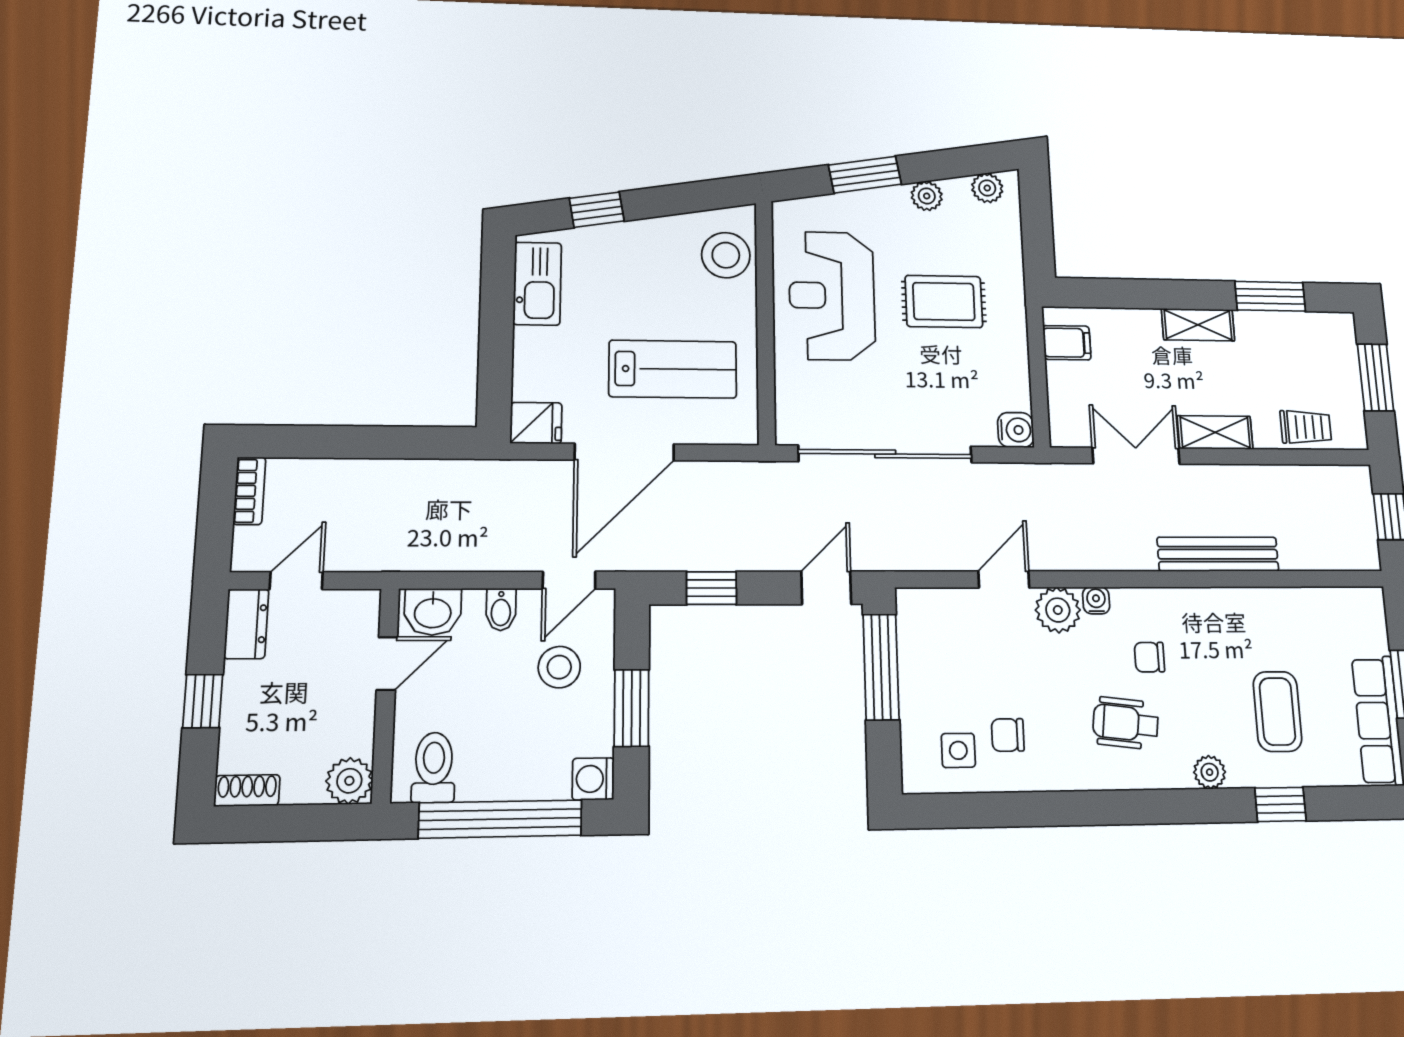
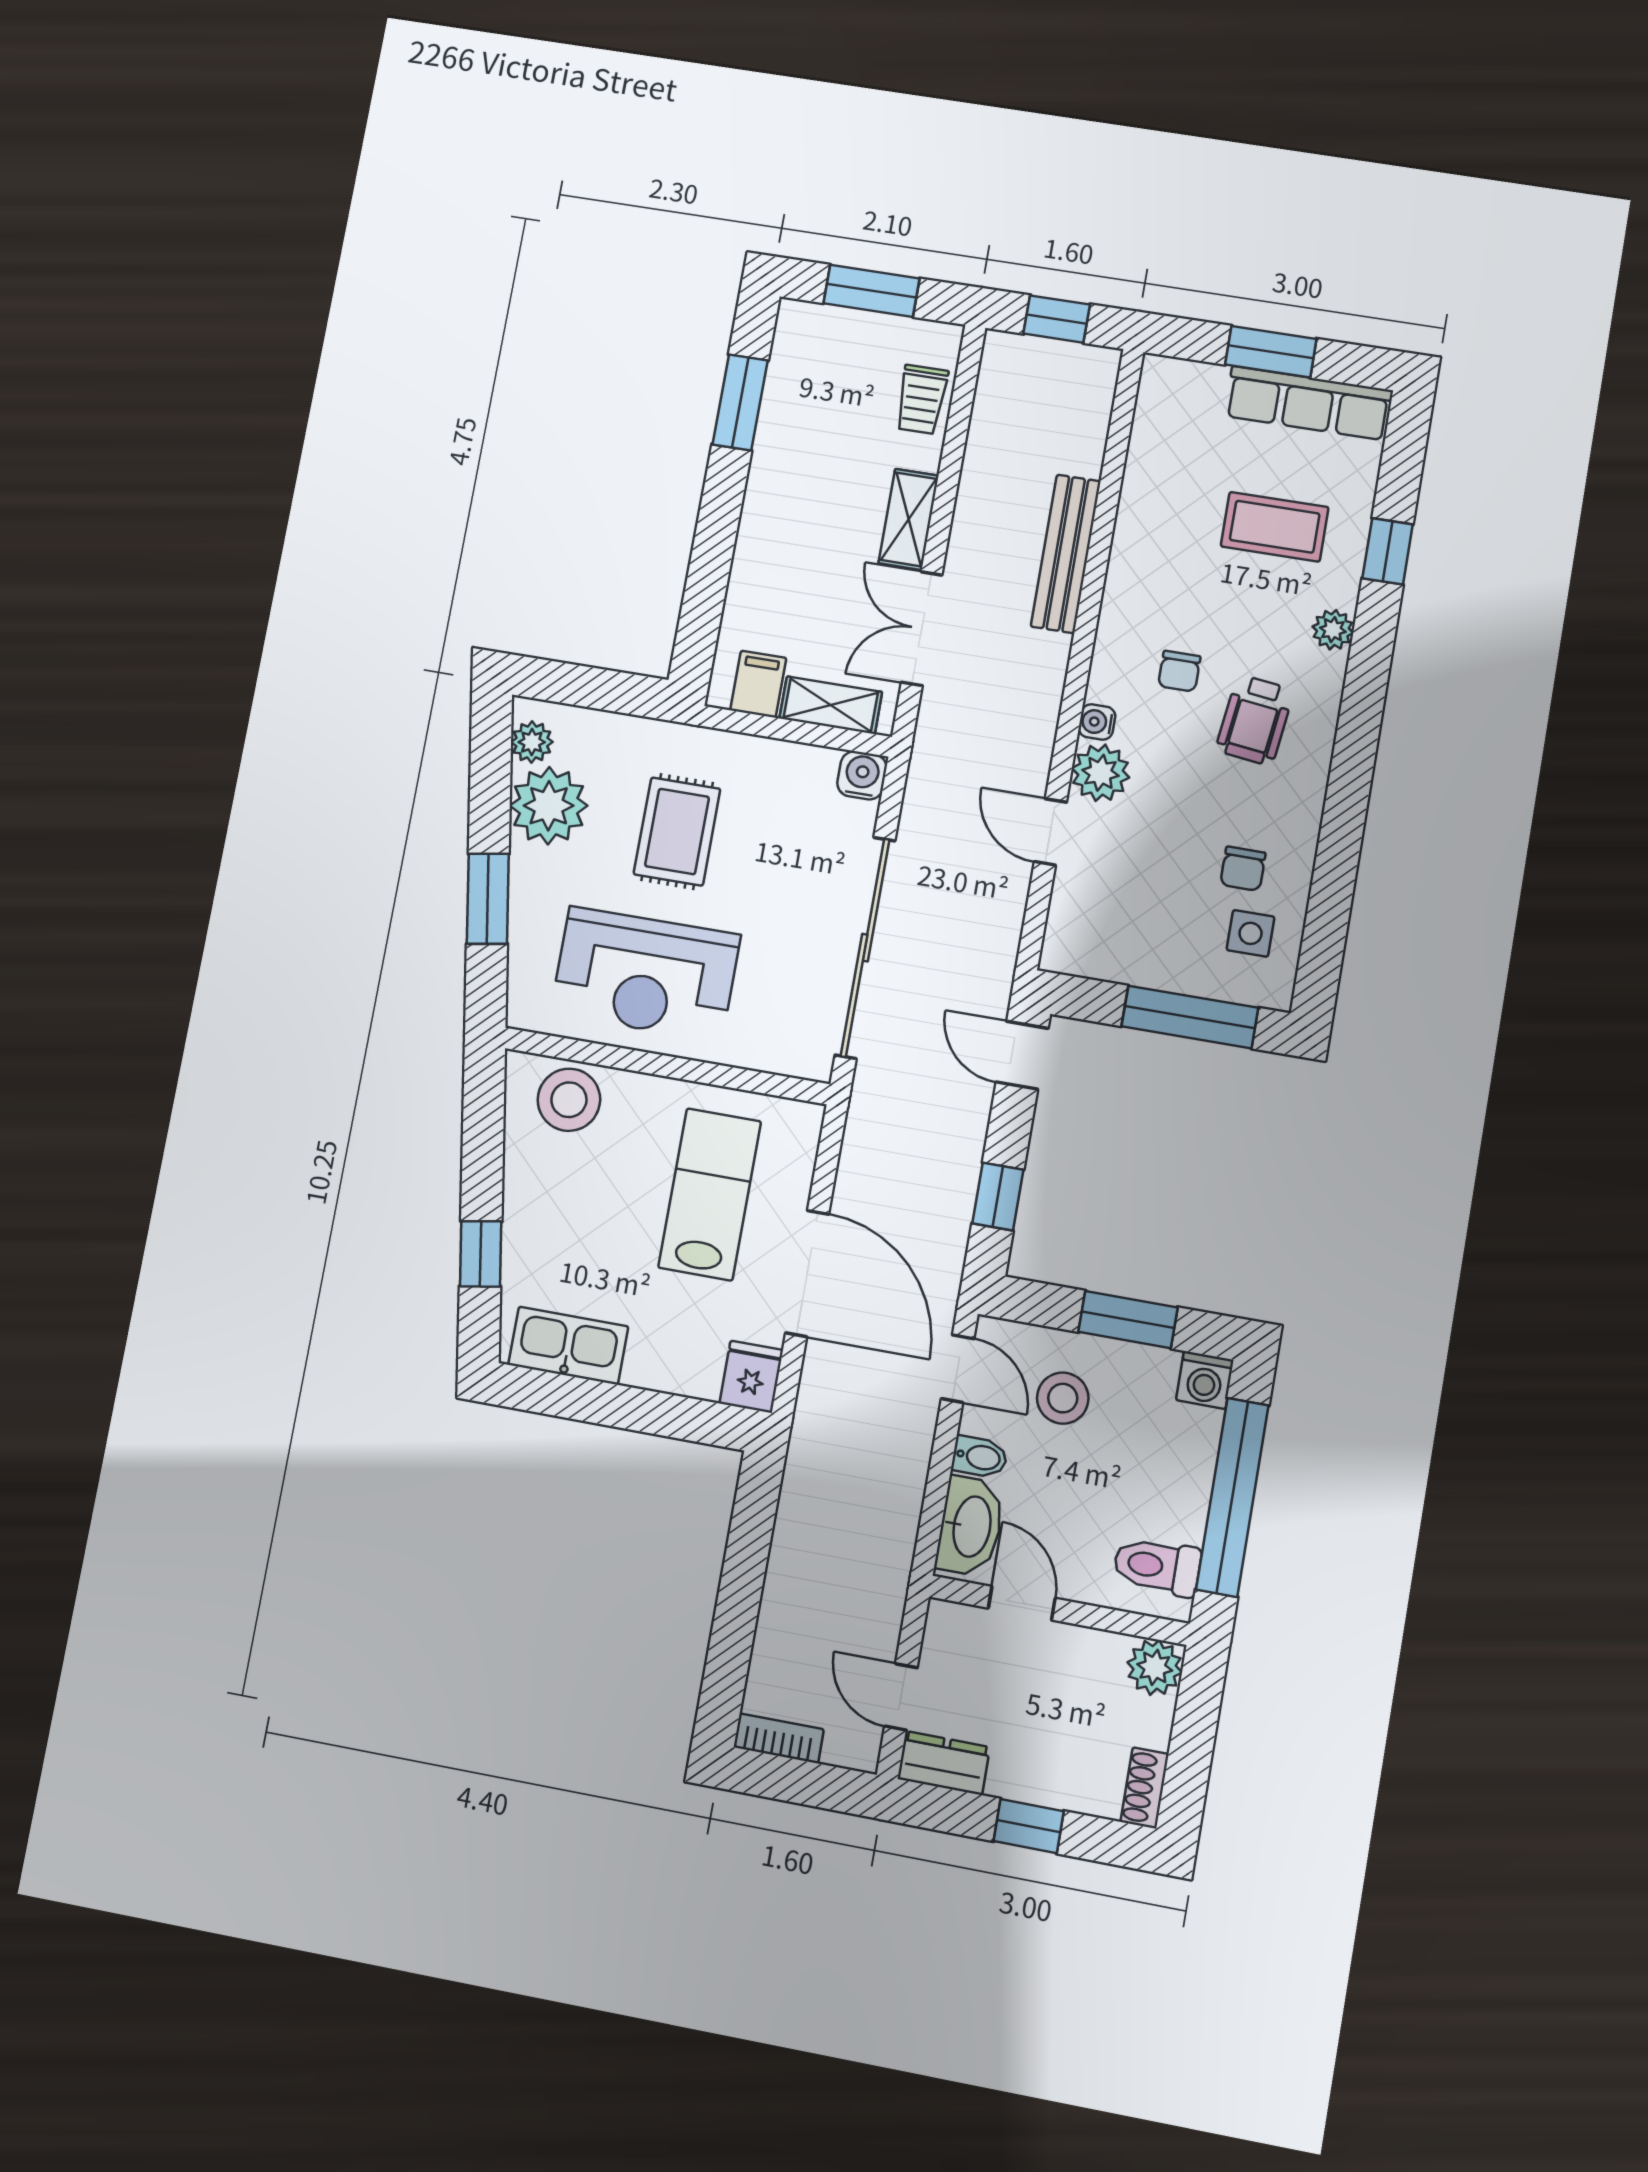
plant: (927, 196) -> (549, 806), width x1.88, depth x1.88
shelving: (1198, 325) -> (831, 705), moved, turned 90
trolley: (1306, 427) -> (922, 399), turned 180
washbasin: (433, 612) -> (970, 1526), width x1.38
window: (881, 667) -> (1190, 1017), moved

